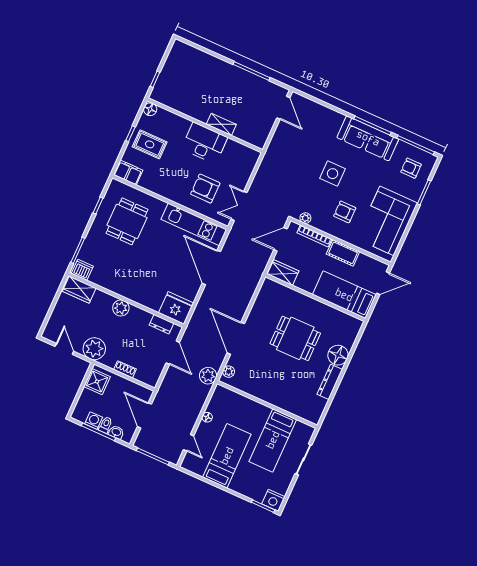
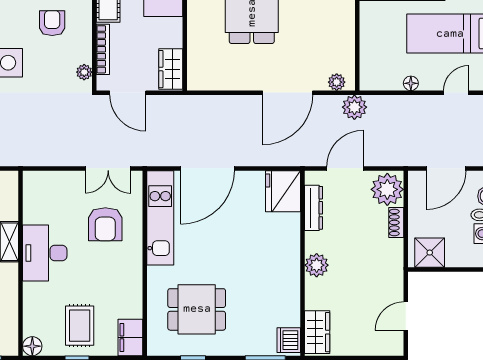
armchair: (345, 212) -> (52, 23), turned 180
dresser: (161, 324) -> (314, 208), width x1.44
plant: (94, 349) -> (387, 189), moved

